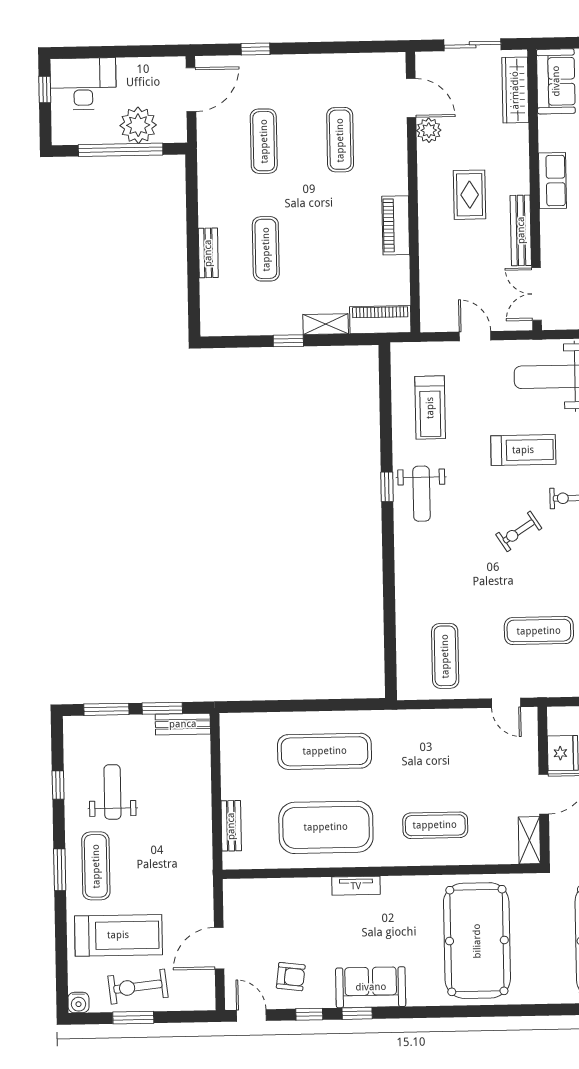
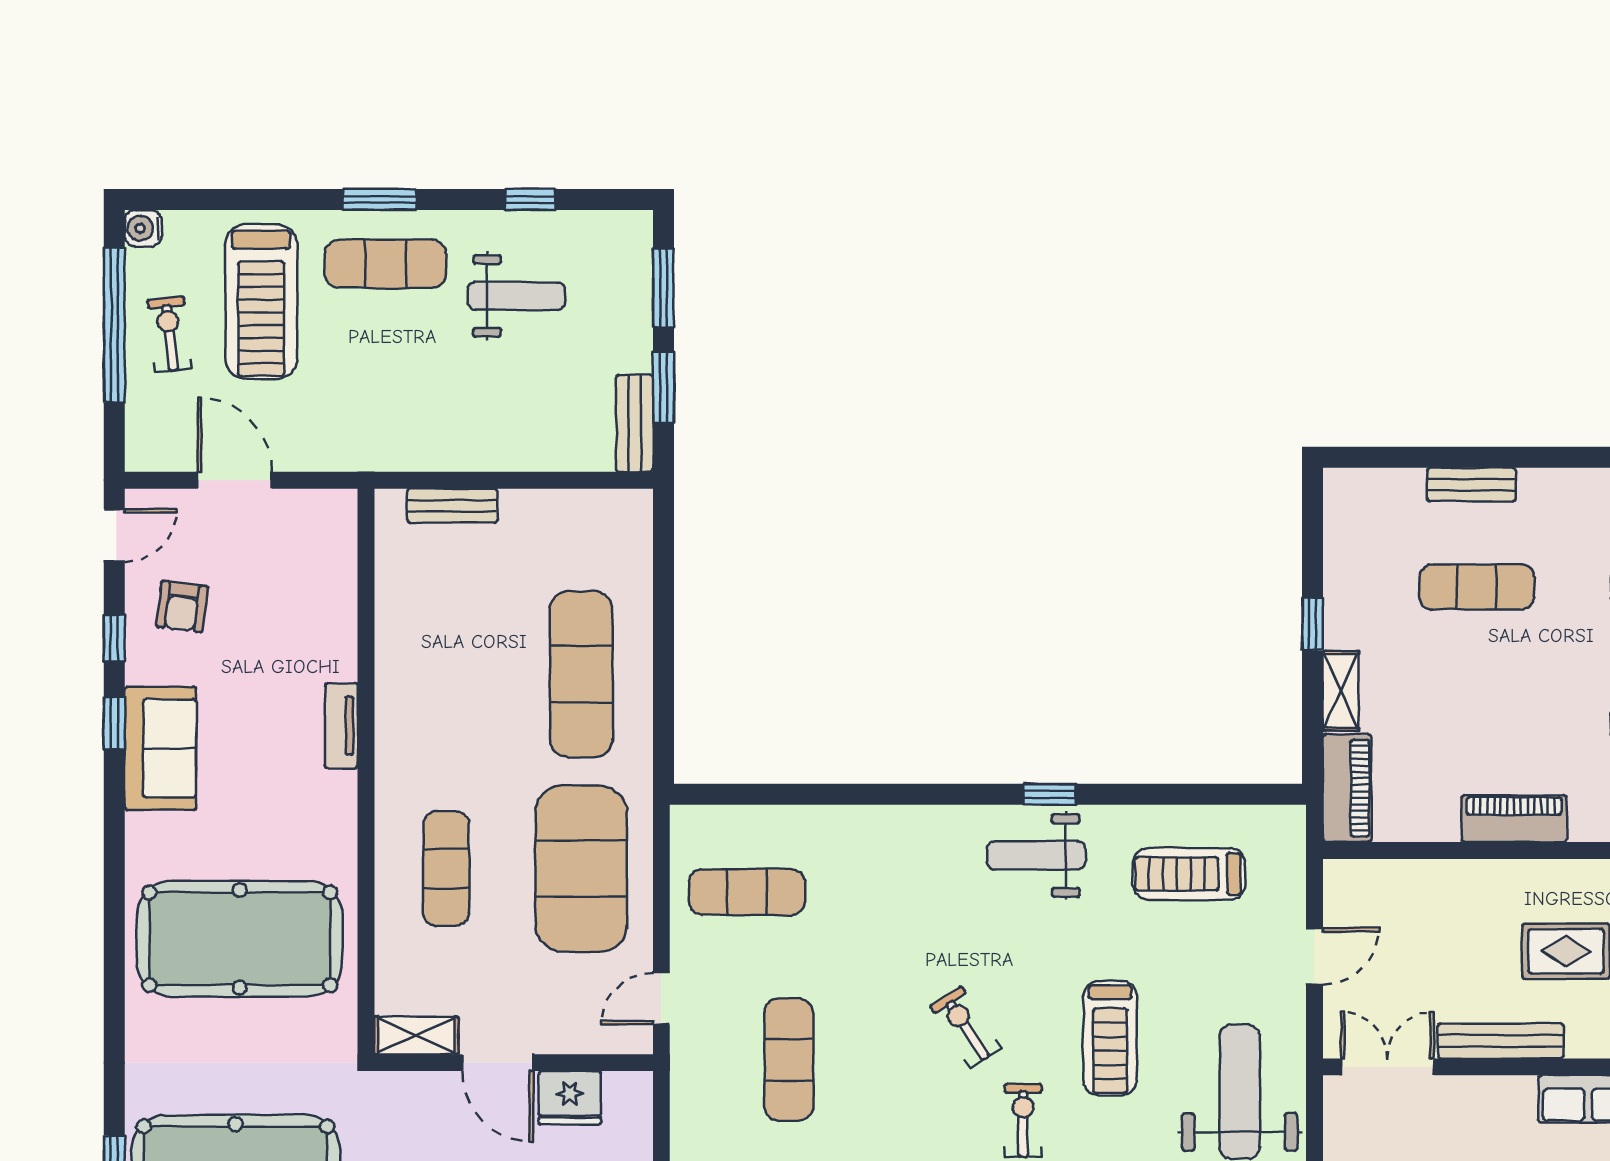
exercise mat: (326, 827) -> (581, 869), moved
exercise bike: (138, 987) -> (169, 334), width x0.73, depth x0.72
window: (133, 1018) -> (114, 325), width x2.11

